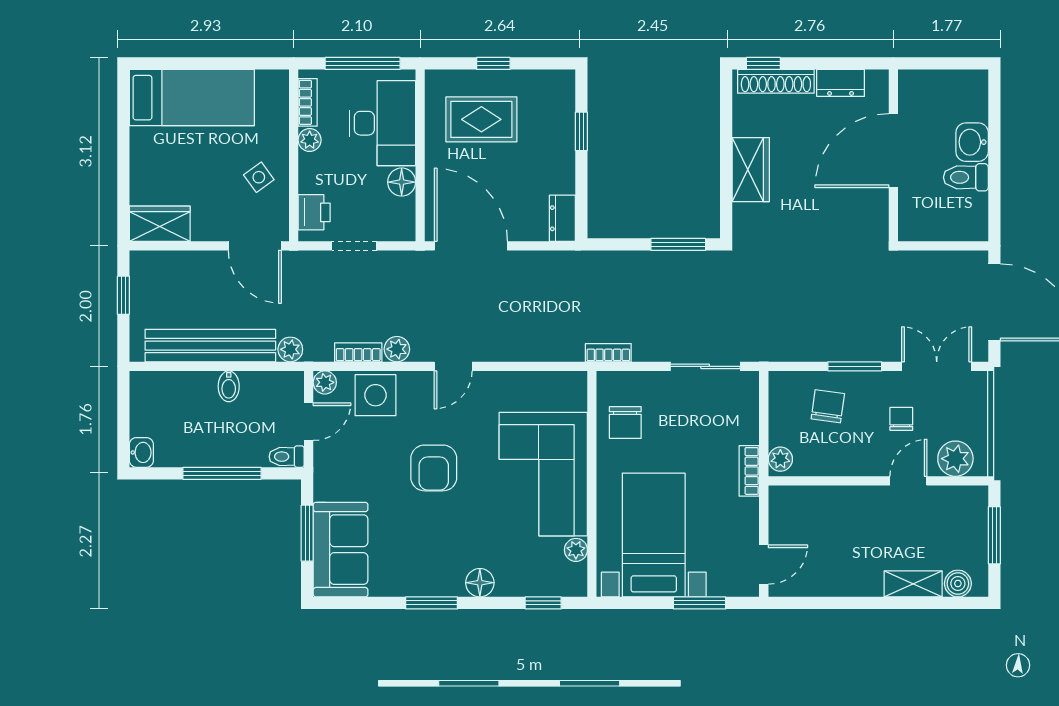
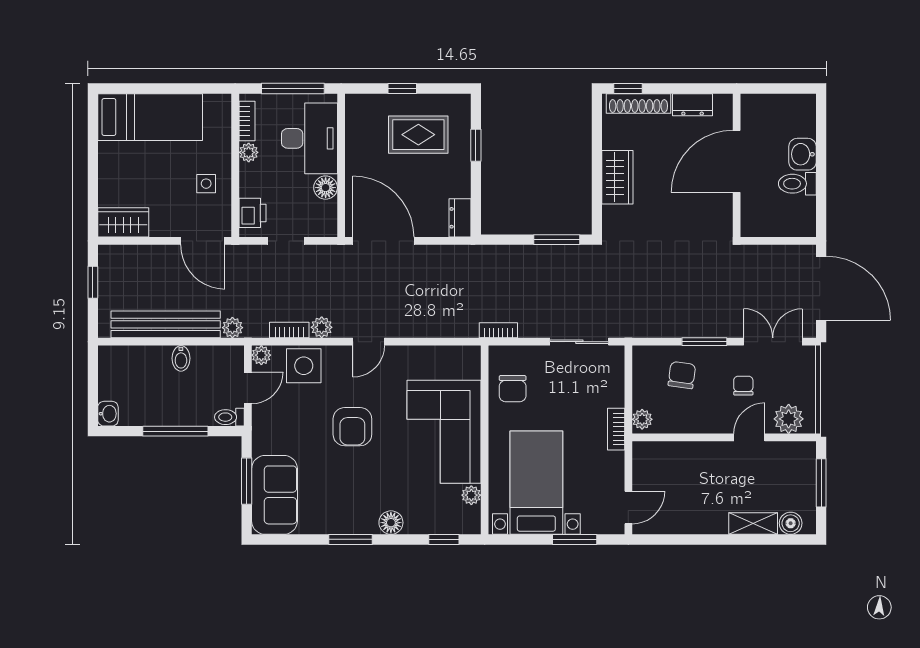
rug: (481, 119) -> (418, 135), moved
side table: (259, 177) -> (206, 184), turned 36

